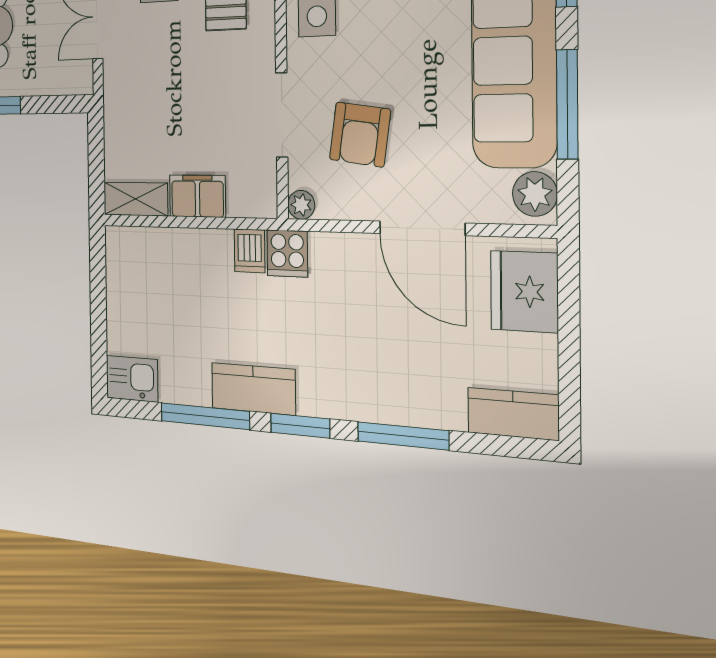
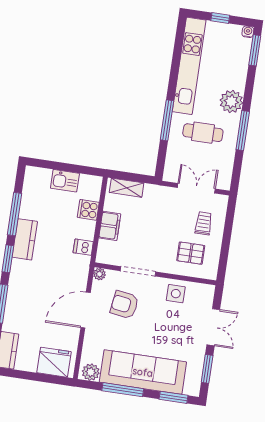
shelving: (136, 199) -> (127, 188), moved, turned 90
door: (422, 228) -> (86, 310), moved
cooker: (287, 254) -> (88, 210), moved
kitchen sink: (132, 379) -> (65, 181), moved, turned 90

